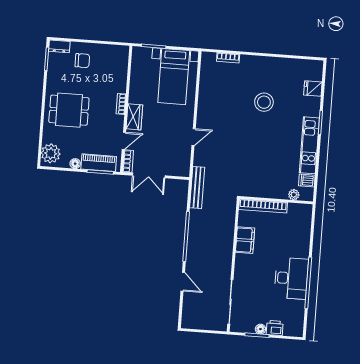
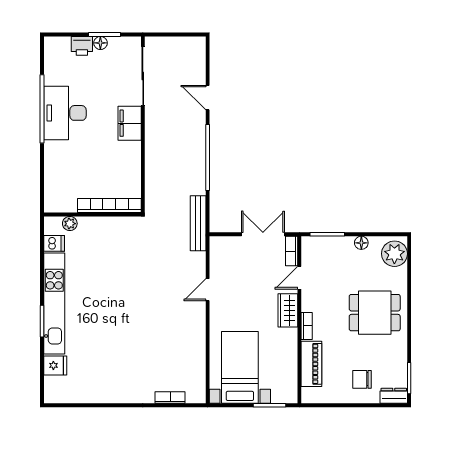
stool: (264, 102) -> (118, 343), removed
kitchen unit: (309, 145) -> (54, 304), width x1.36
piano: (99, 163) -> (311, 364), moved, turned -90
filing cabinet: (245, 240) -> (130, 123), moved

